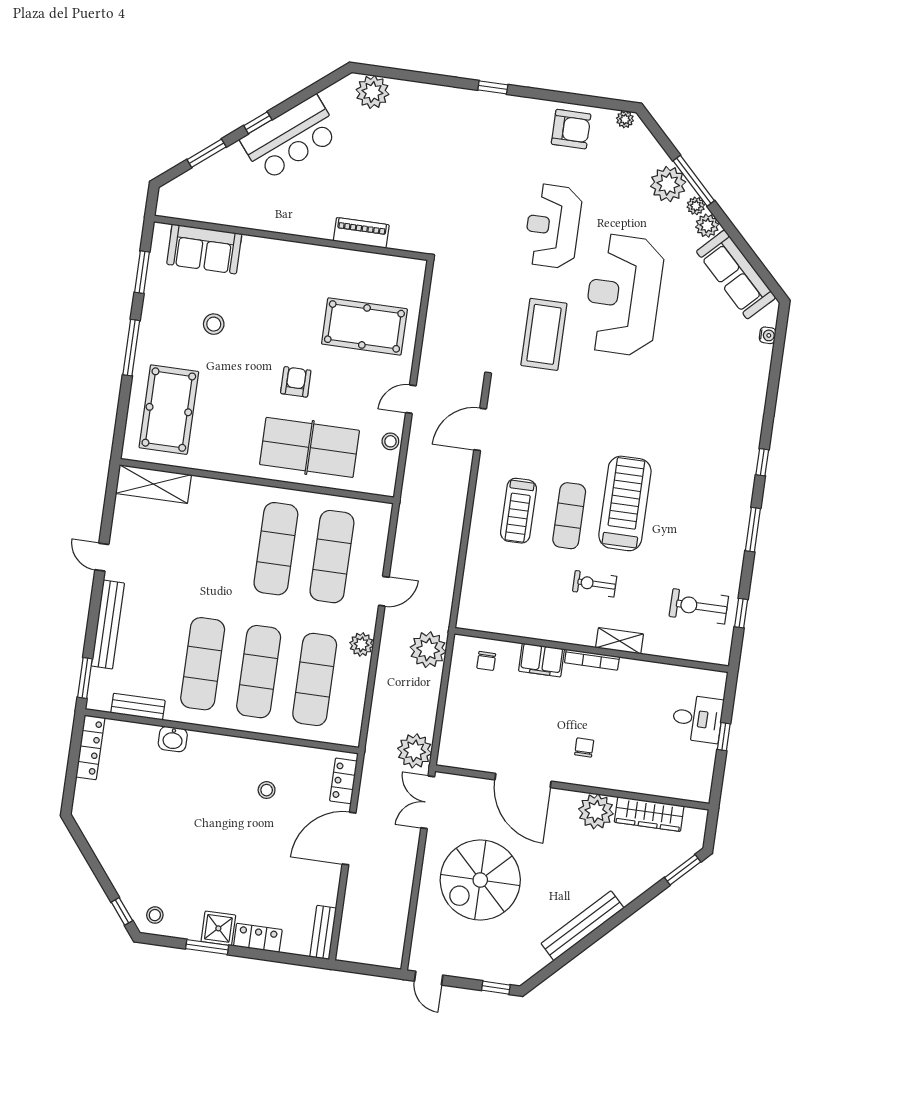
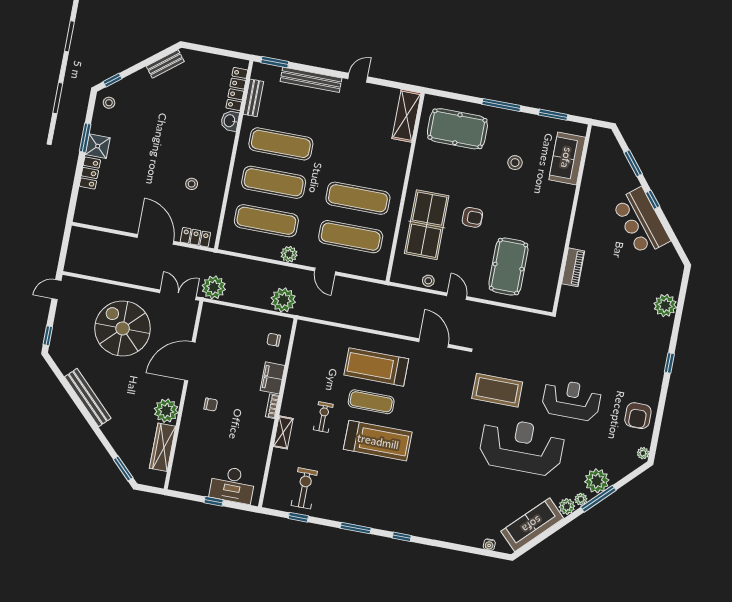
plant: (372, 92) -> (665, 305), moved
treadmill: (519, 511) -> (376, 367), width x1.37, depth x1.38
bookcase: (592, 660) -> (272, 406), width x0.64
desk: (697, 719) -> (232, 485), width x1.37
locker: (90, 747) -> (237, 89), moved, turned 90
bench: (323, 932) -> (165, 64), moved, turned -38

